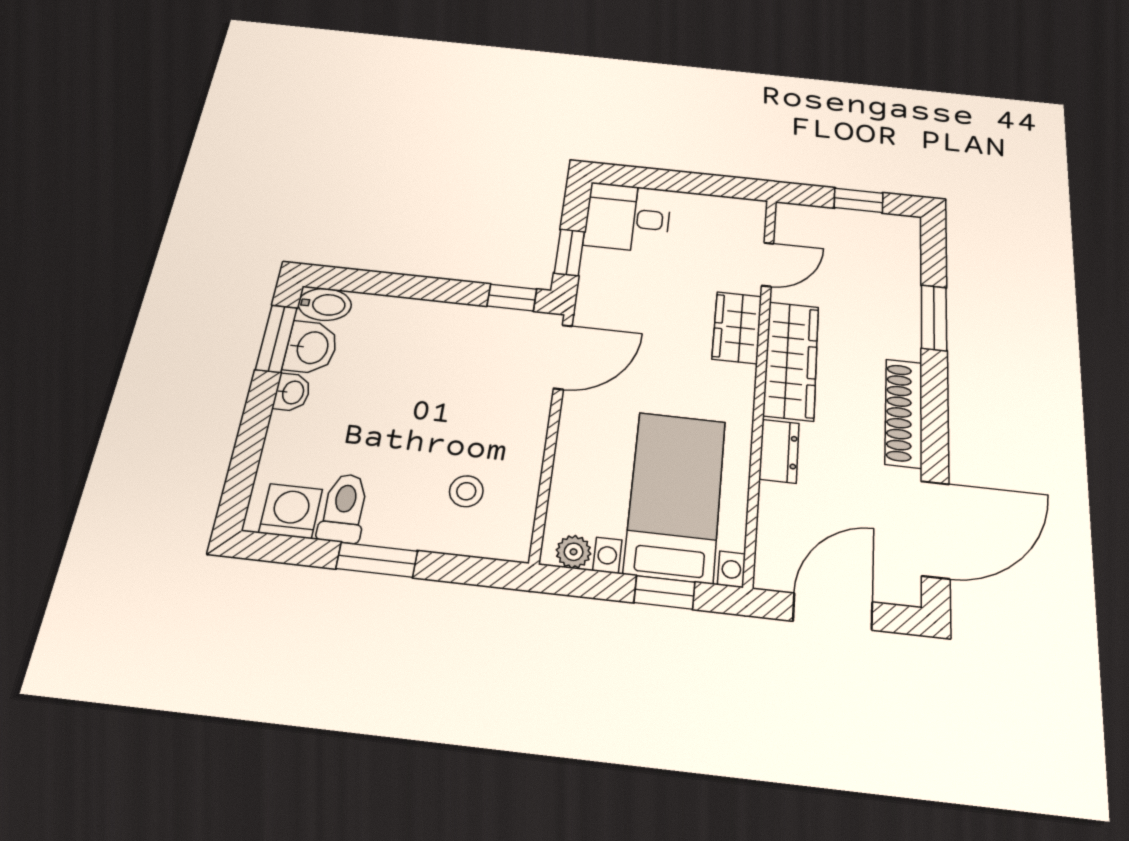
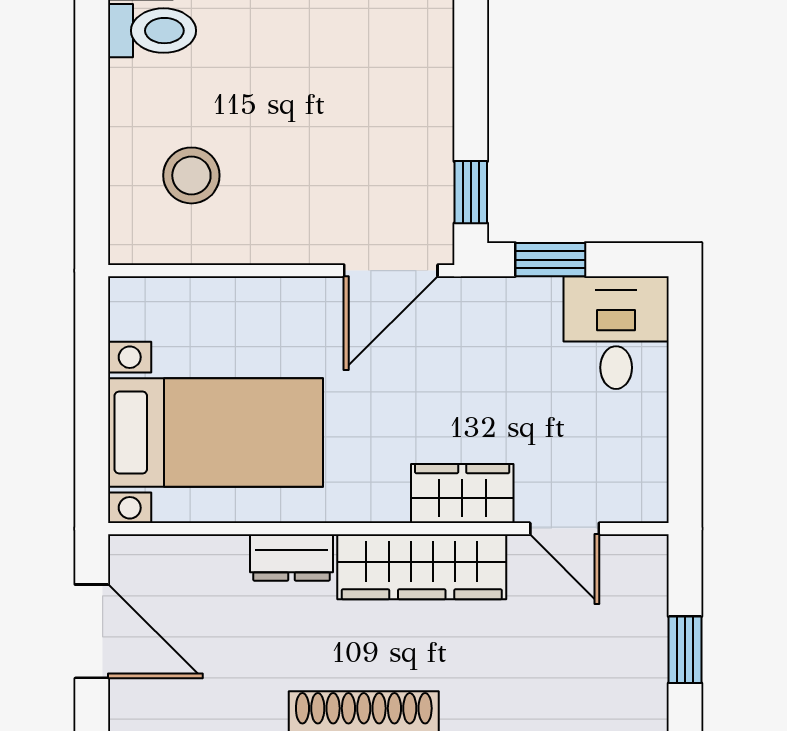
door: (563, 357) -> (391, 271), hinge flipped
stool: (466, 491) -> (191, 175), width x1.37, depth x1.37
plant: (574, 552) -> (129, 316), removed
window: (377, 560) -> (92, 83), removed
window: (664, 592) -> (92, 430), removed

